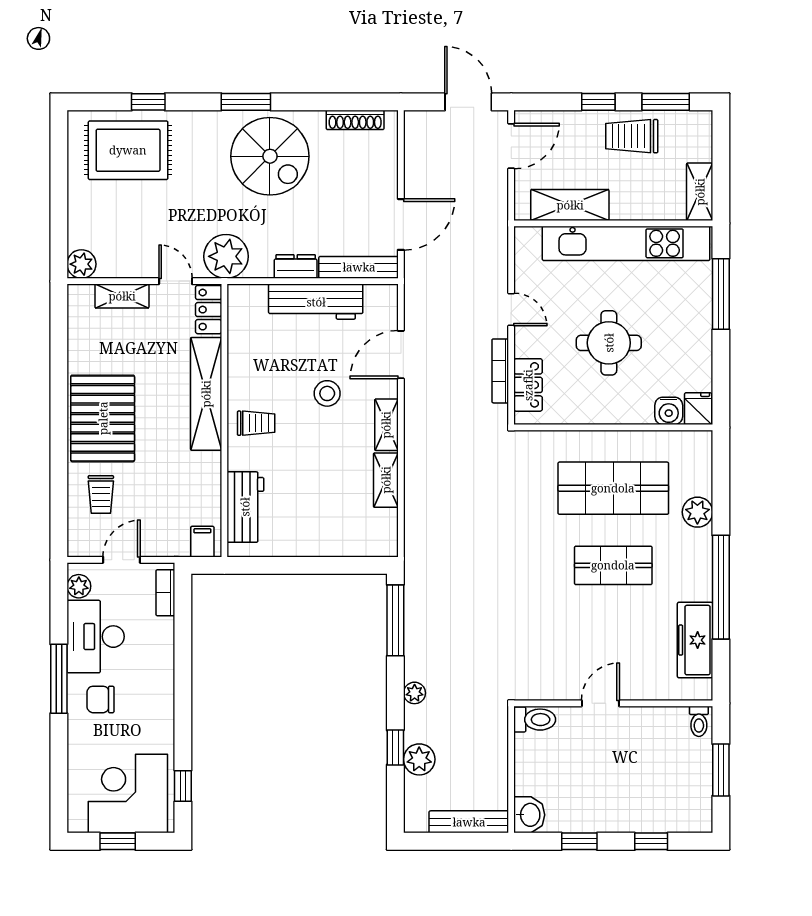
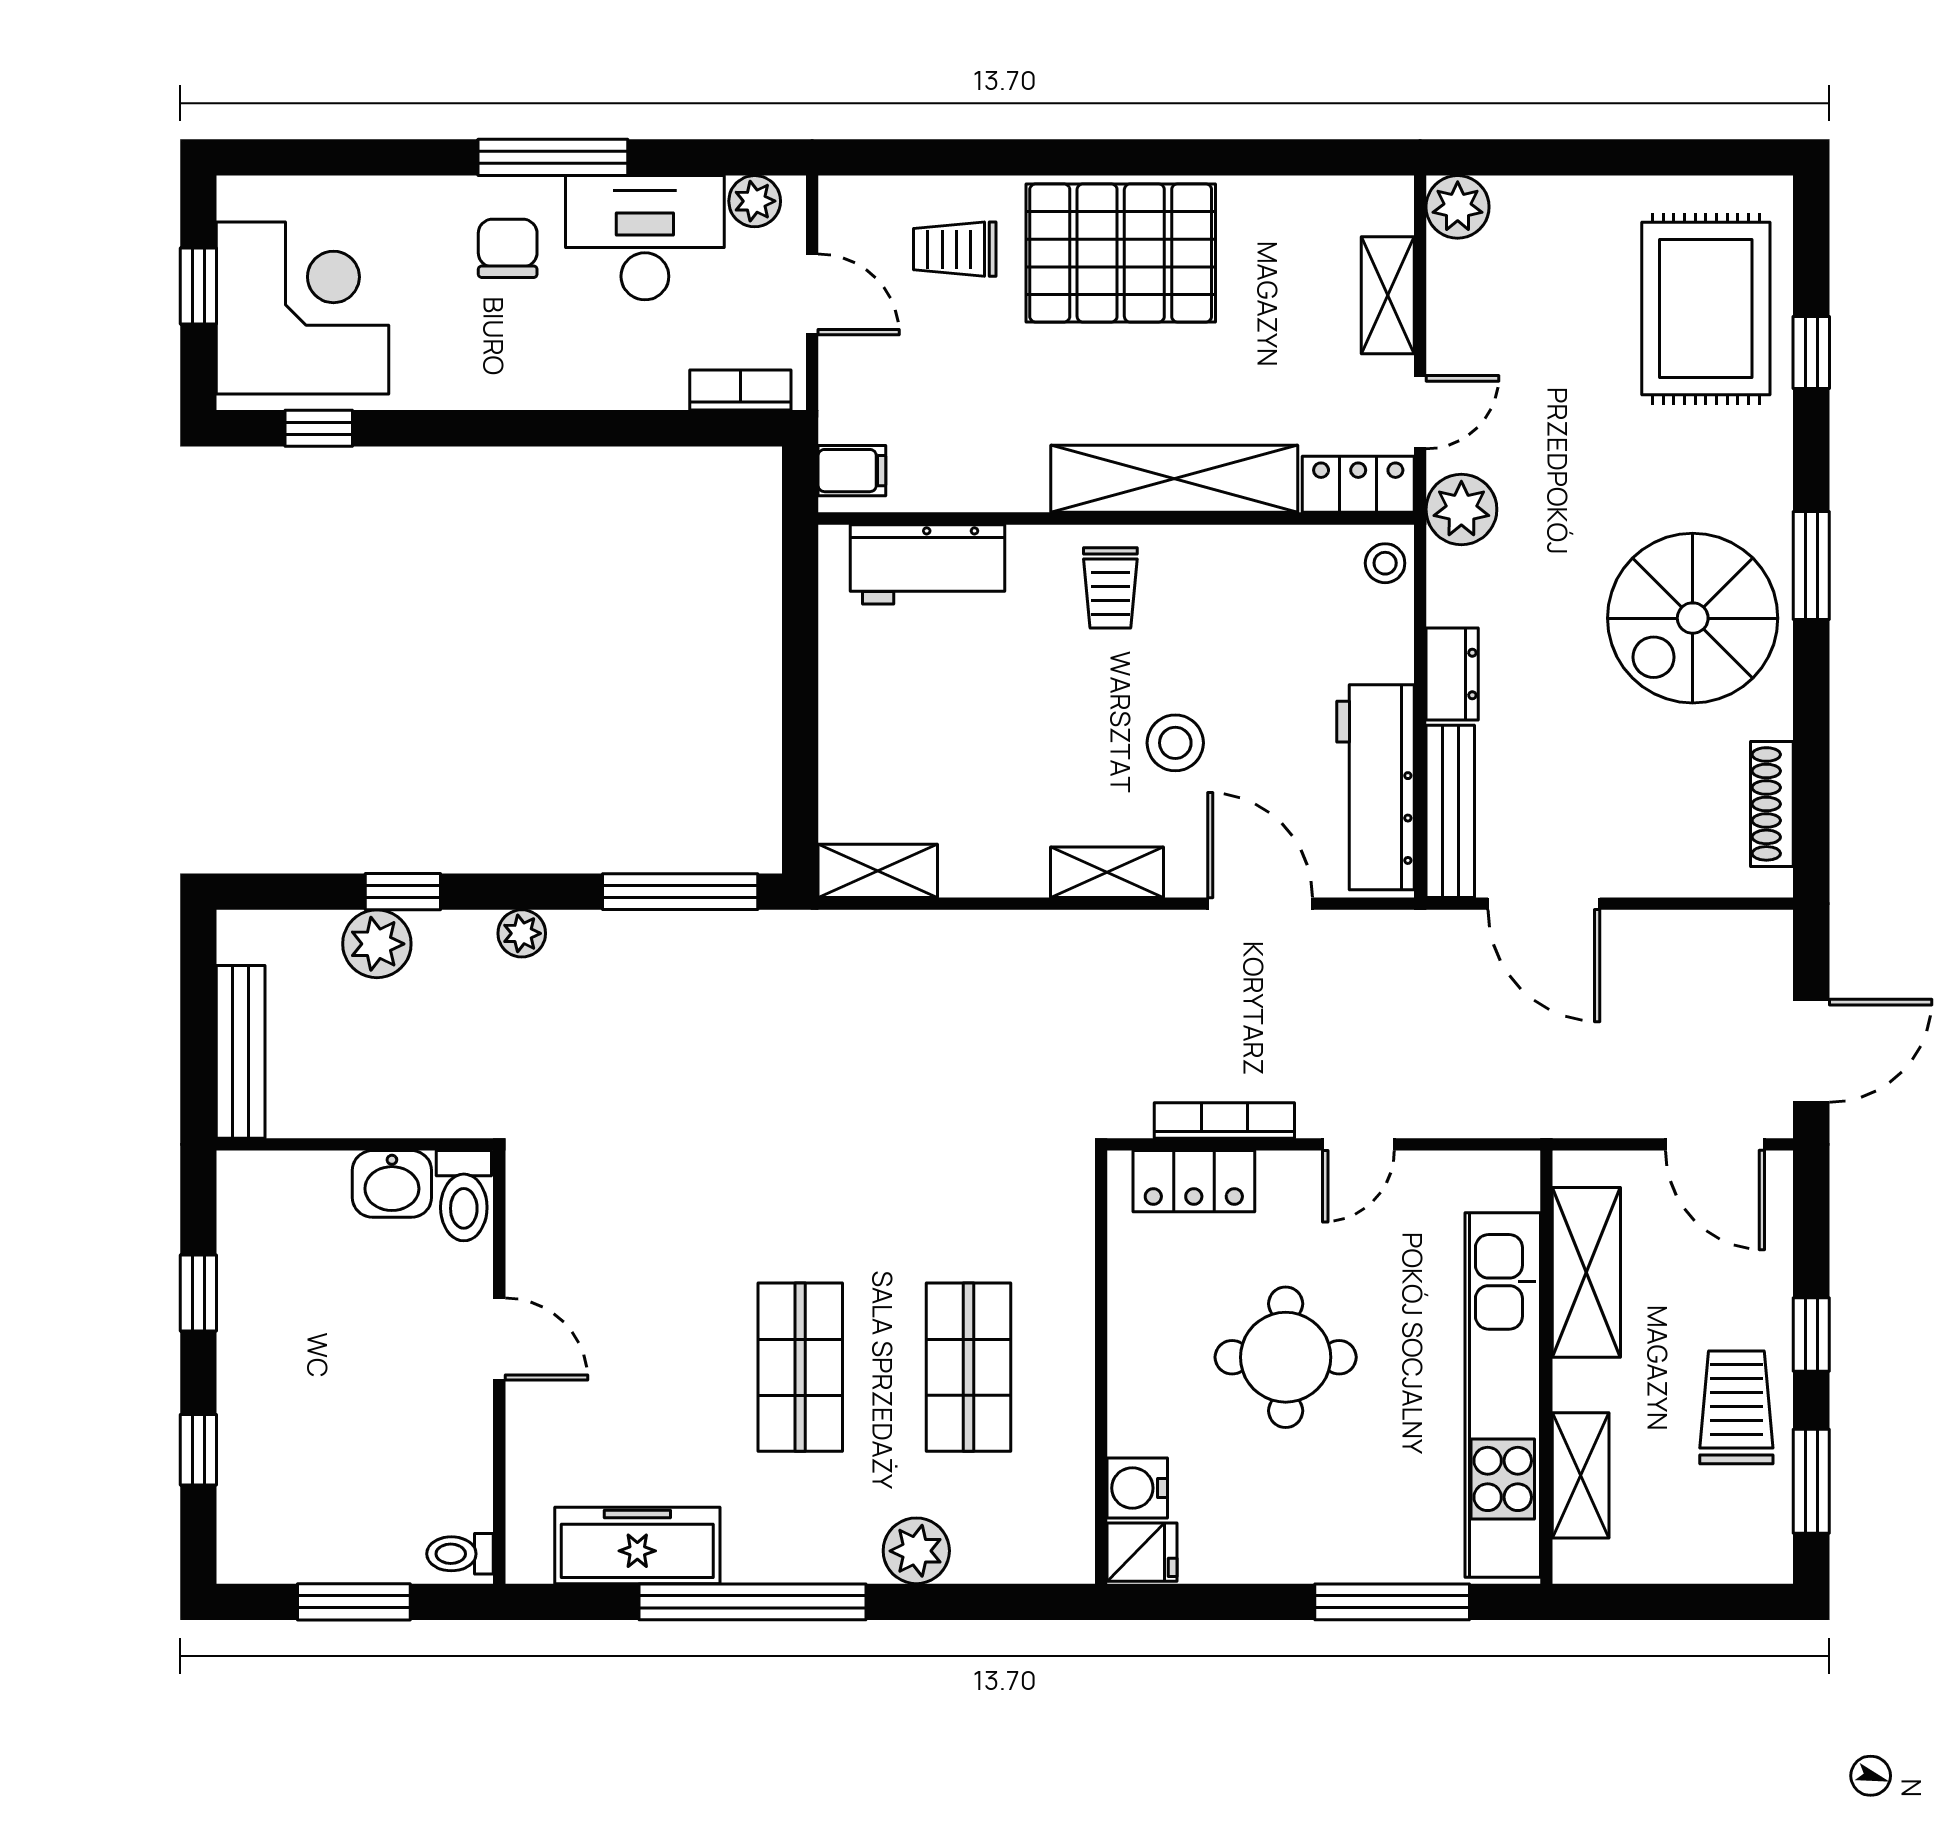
shelving: (700, 192) -> (1581, 1475), moved, turned 90
plant: (226, 256) -> (1461, 509), width x0.73, depth x0.73
stool: (245, 297) -> (1385, 563), added
workbench: (316, 302) -> (1376, 787), moved
shelving: (386, 480) -> (878, 871), moved
shop shelf: (613, 488) -> (969, 1367), width x0.70, depth x0.74
washbasin: (529, 815) -> (392, 1184), moved

